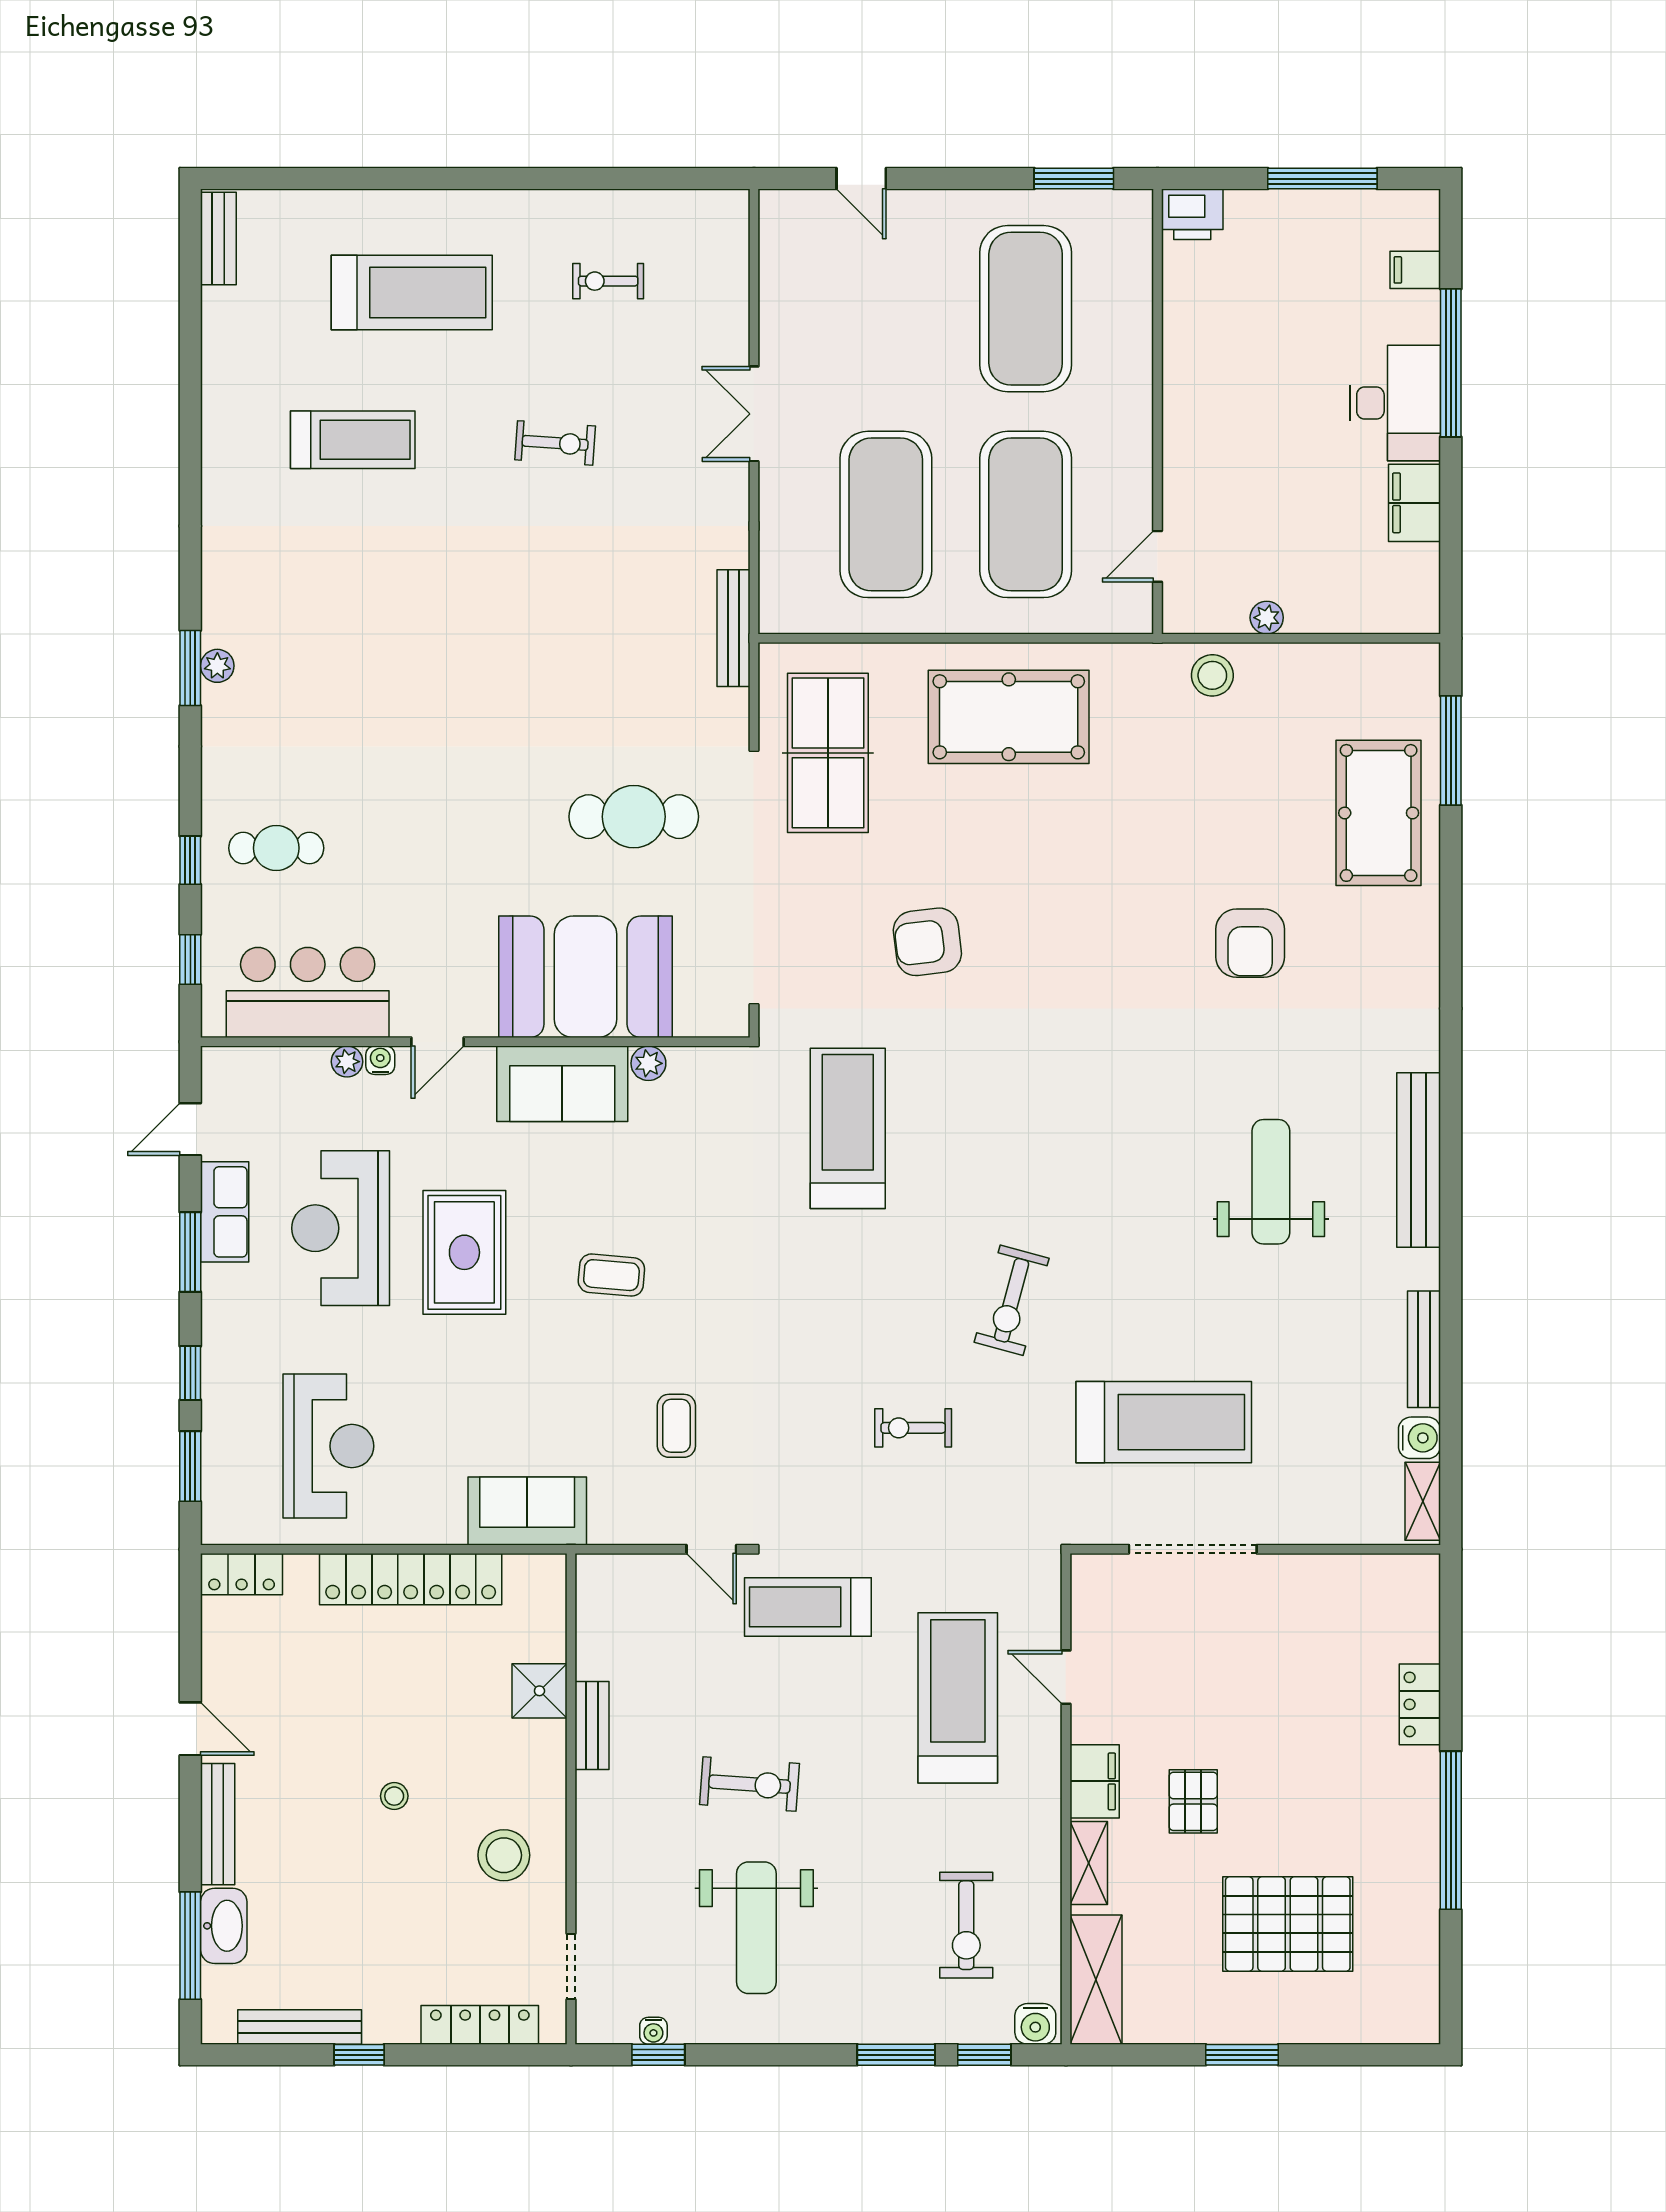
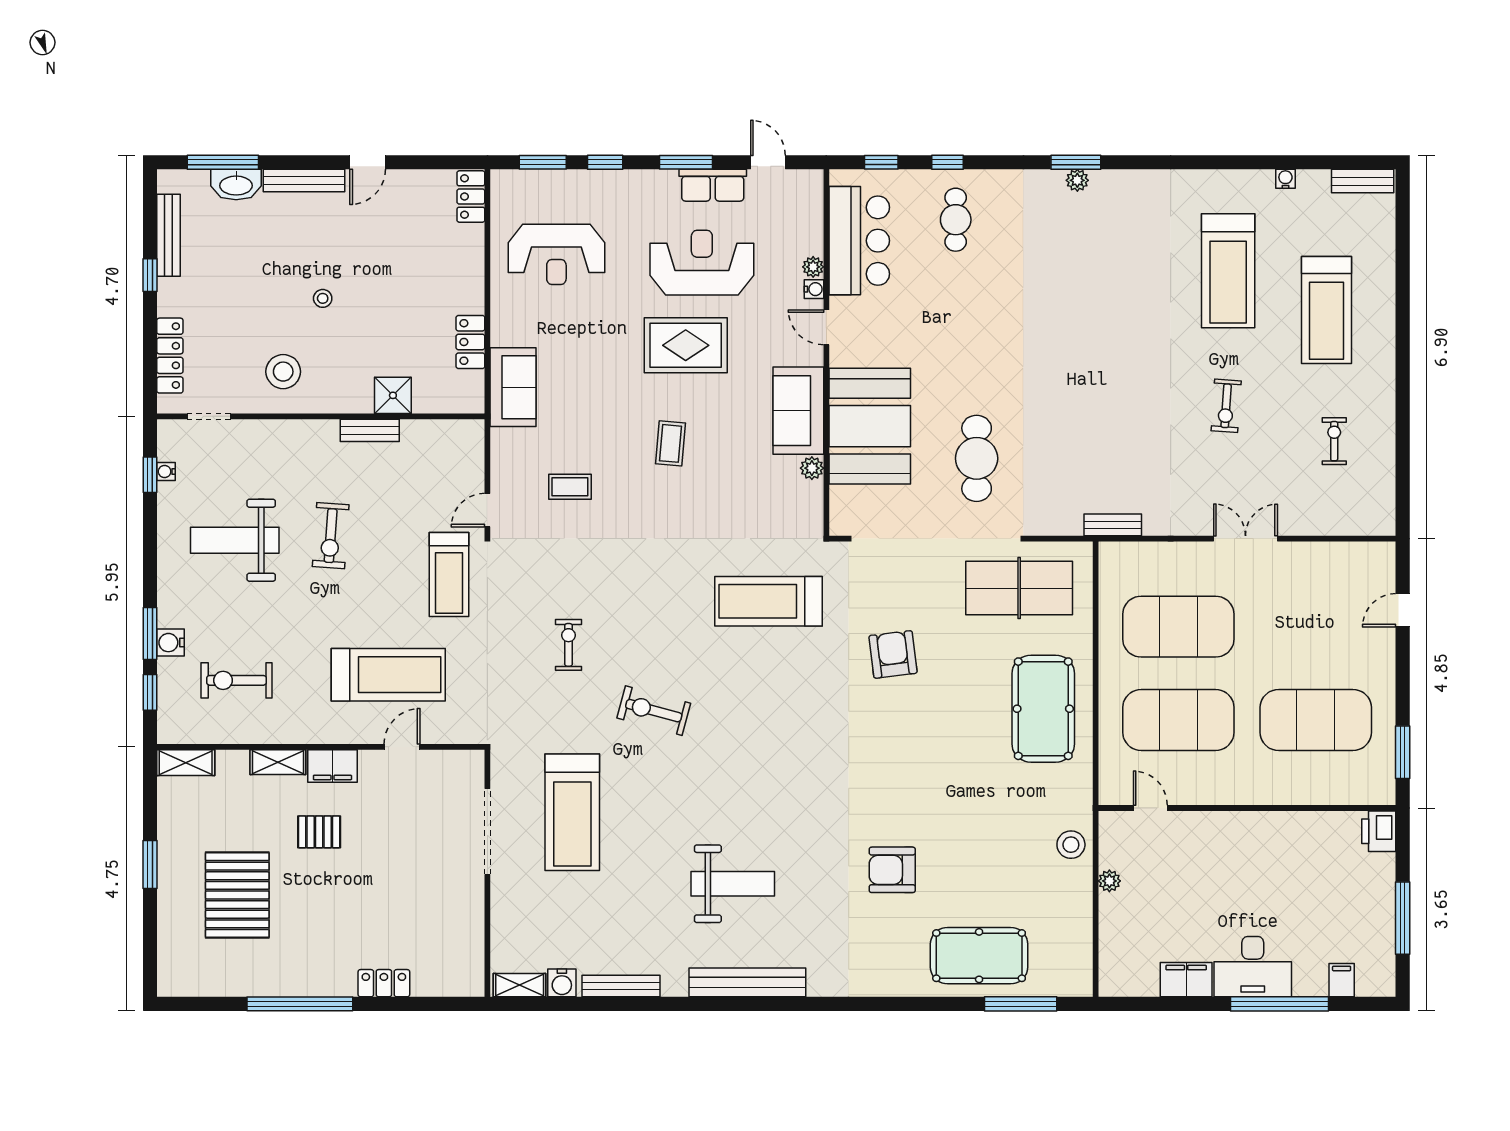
water cooler: (215, 354) -> (1285, 179), added
treadmill: (353, 440) -> (1228, 271), width x1.37, depth x1.38
bench: (733, 628) -> (1113, 525), width x0.73
treadmill: (848, 1128) -> (769, 601), turned 180
locker: (411, 1579) -> (470, 342), width x0.46, depth x0.83
treadmill: (808, 1607) -> (449, 575), turned 180
shelving: (1096, 1980) -> (186, 763), width x0.67, depth x0.75
water cooler: (1035, 2024) -> (171, 643), moved

